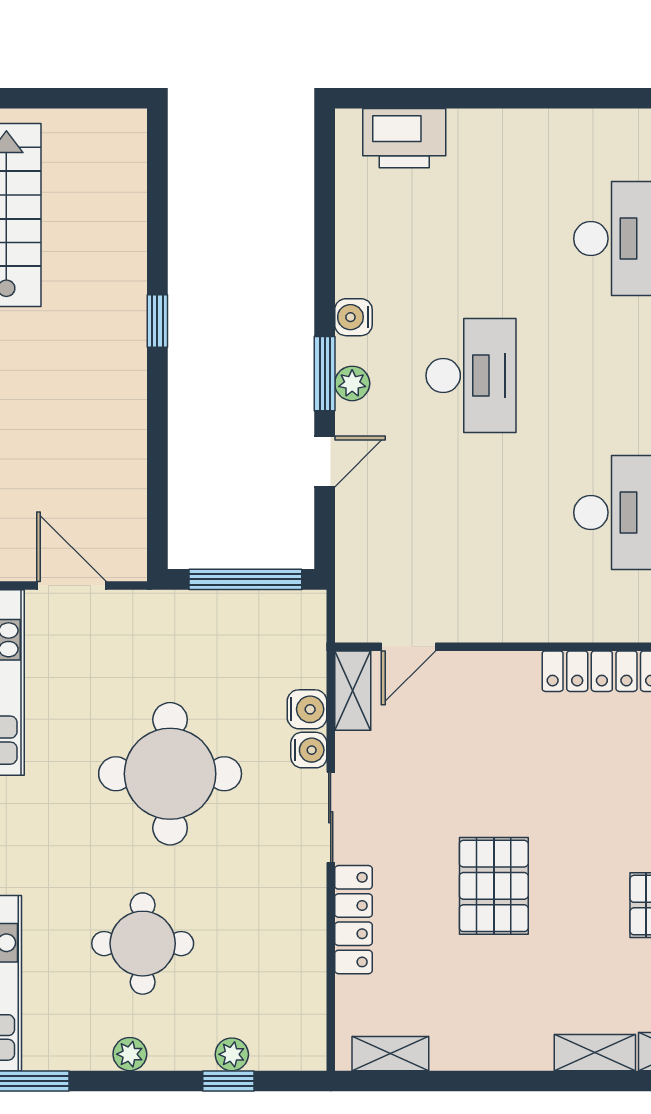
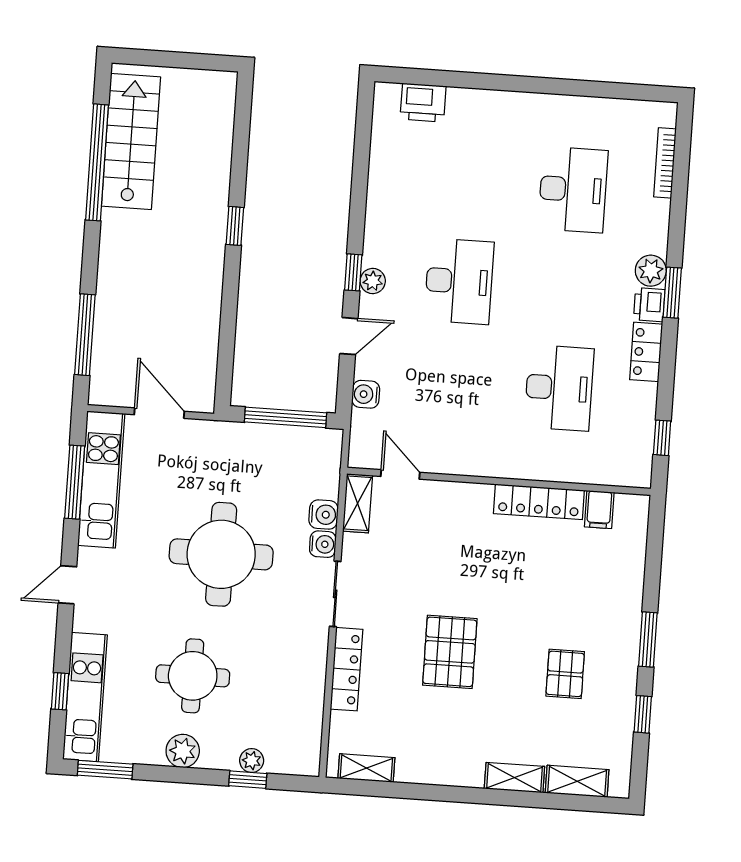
printer: (404, 138) -> (423, 103), width x0.73, depth x0.84
water cooler: (353, 317) -> (366, 394), moved
window: (325, 374) -> (353, 272), width x0.67
door: (409, 647) -> (400, 474), swing flipped
plant: (130, 1054) -> (183, 751), width x1.38, depth x1.38

